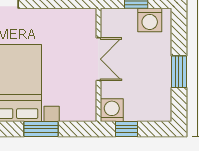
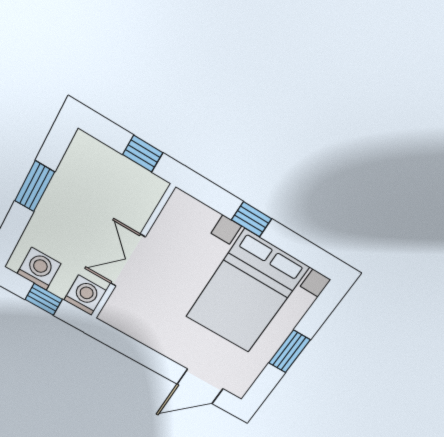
washing machine: (112, 110) -> (85, 295), moved, turned 180
window: (41, 129) -> (252, 219), width x0.67

